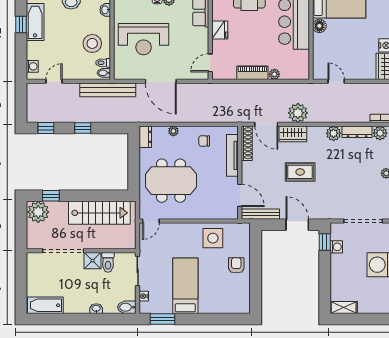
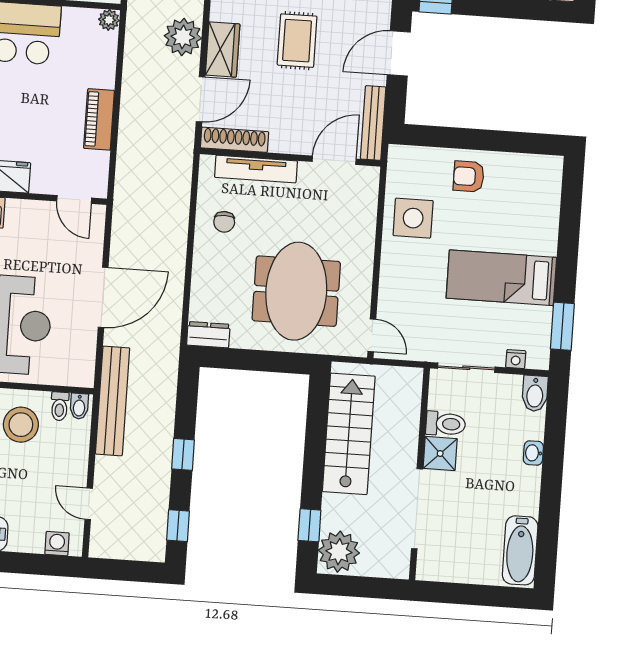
plant: (274, 74) -> (109, 20), moved
plant: (173, 131) -> (201, 280), removed

